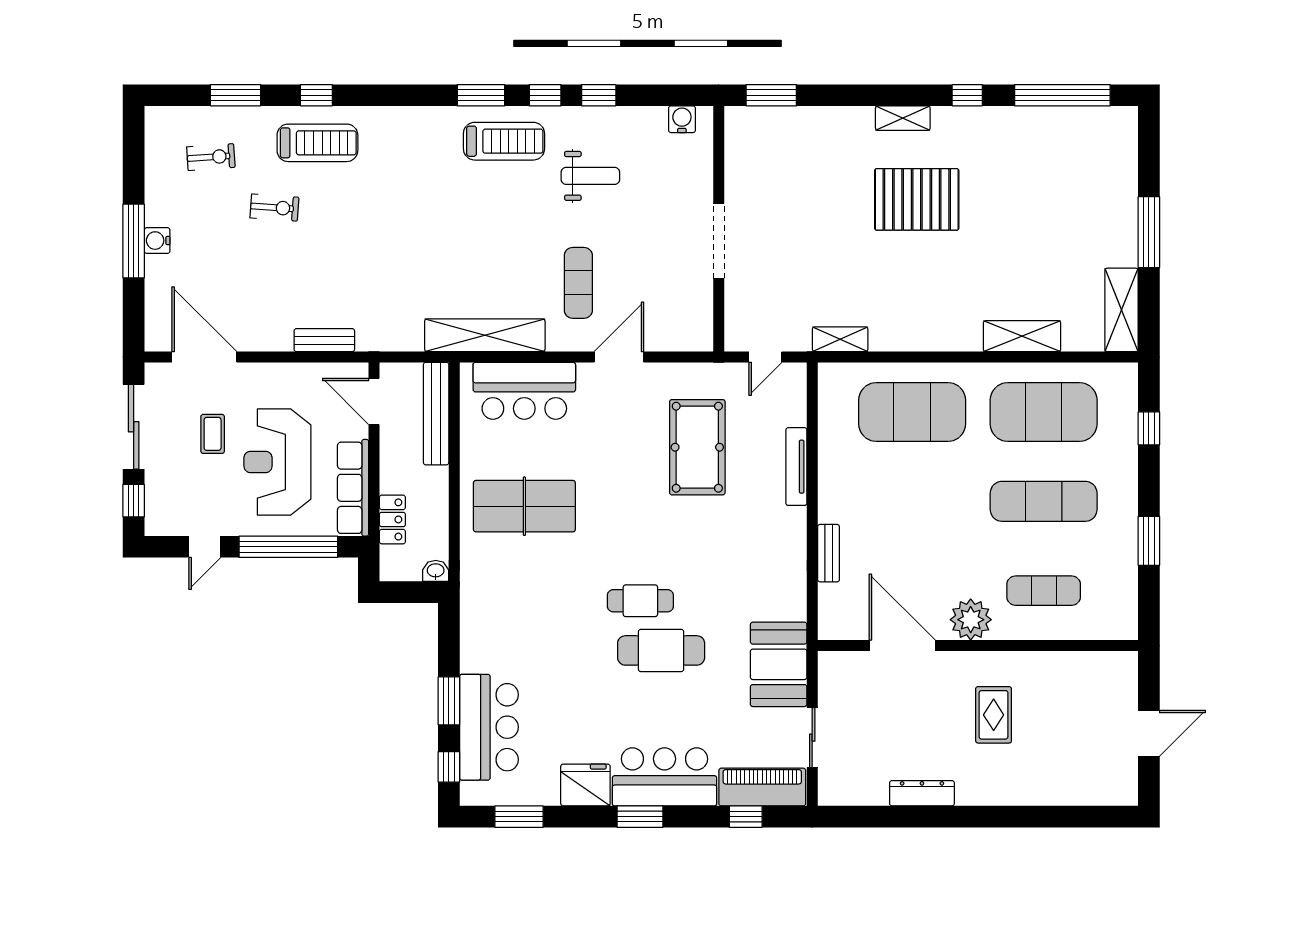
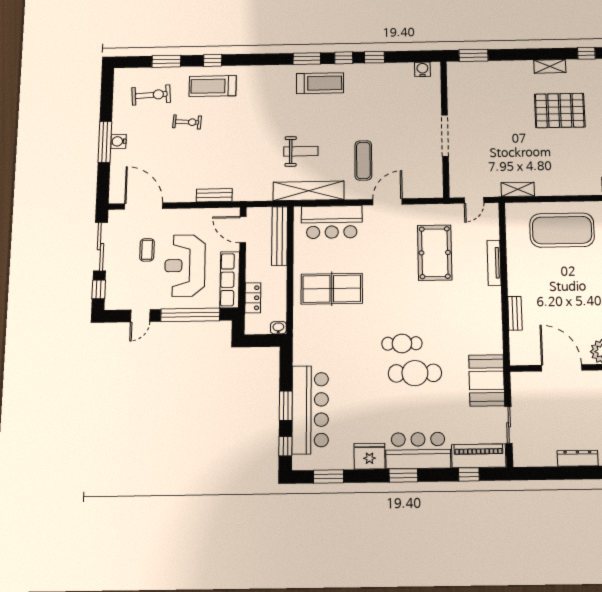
treadmill: (317, 143) -> (213, 86), turned 180
exercise bike: (211, 157) -> (151, 95), width x1.38, depth x1.39
weight bench: (590, 176) -> (301, 151), moved
bar counter: (489, 727) -> (310, 410), width x1.36

